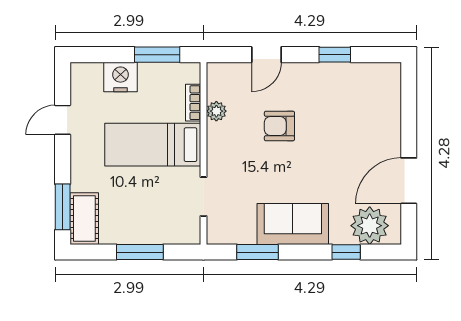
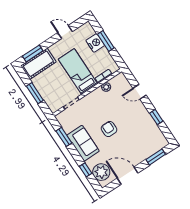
window: (157, 55) -> (106, 41), moved
window: (409, 105) -> (156, 157), added
armchair: (279, 126) -> (109, 129), moved
cot: (84, 219) -> (38, 64), width x1.37, depth x1.34

